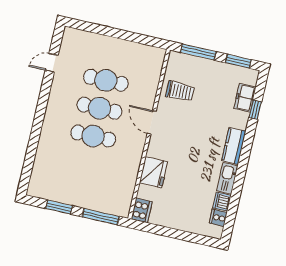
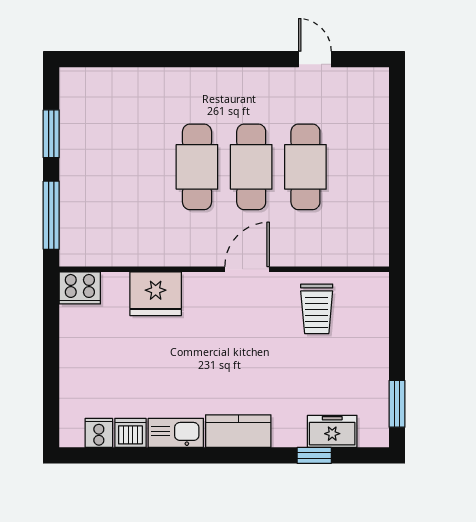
window: (198, 52) -> (397, 326), removed

